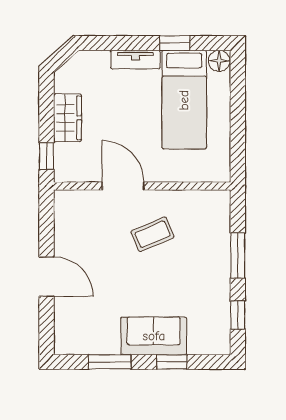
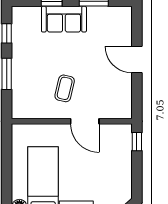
wardrobe: (67, 118) -> (123, 168), removed
coffee table: (153, 234) -> (65, 88), turned -54

